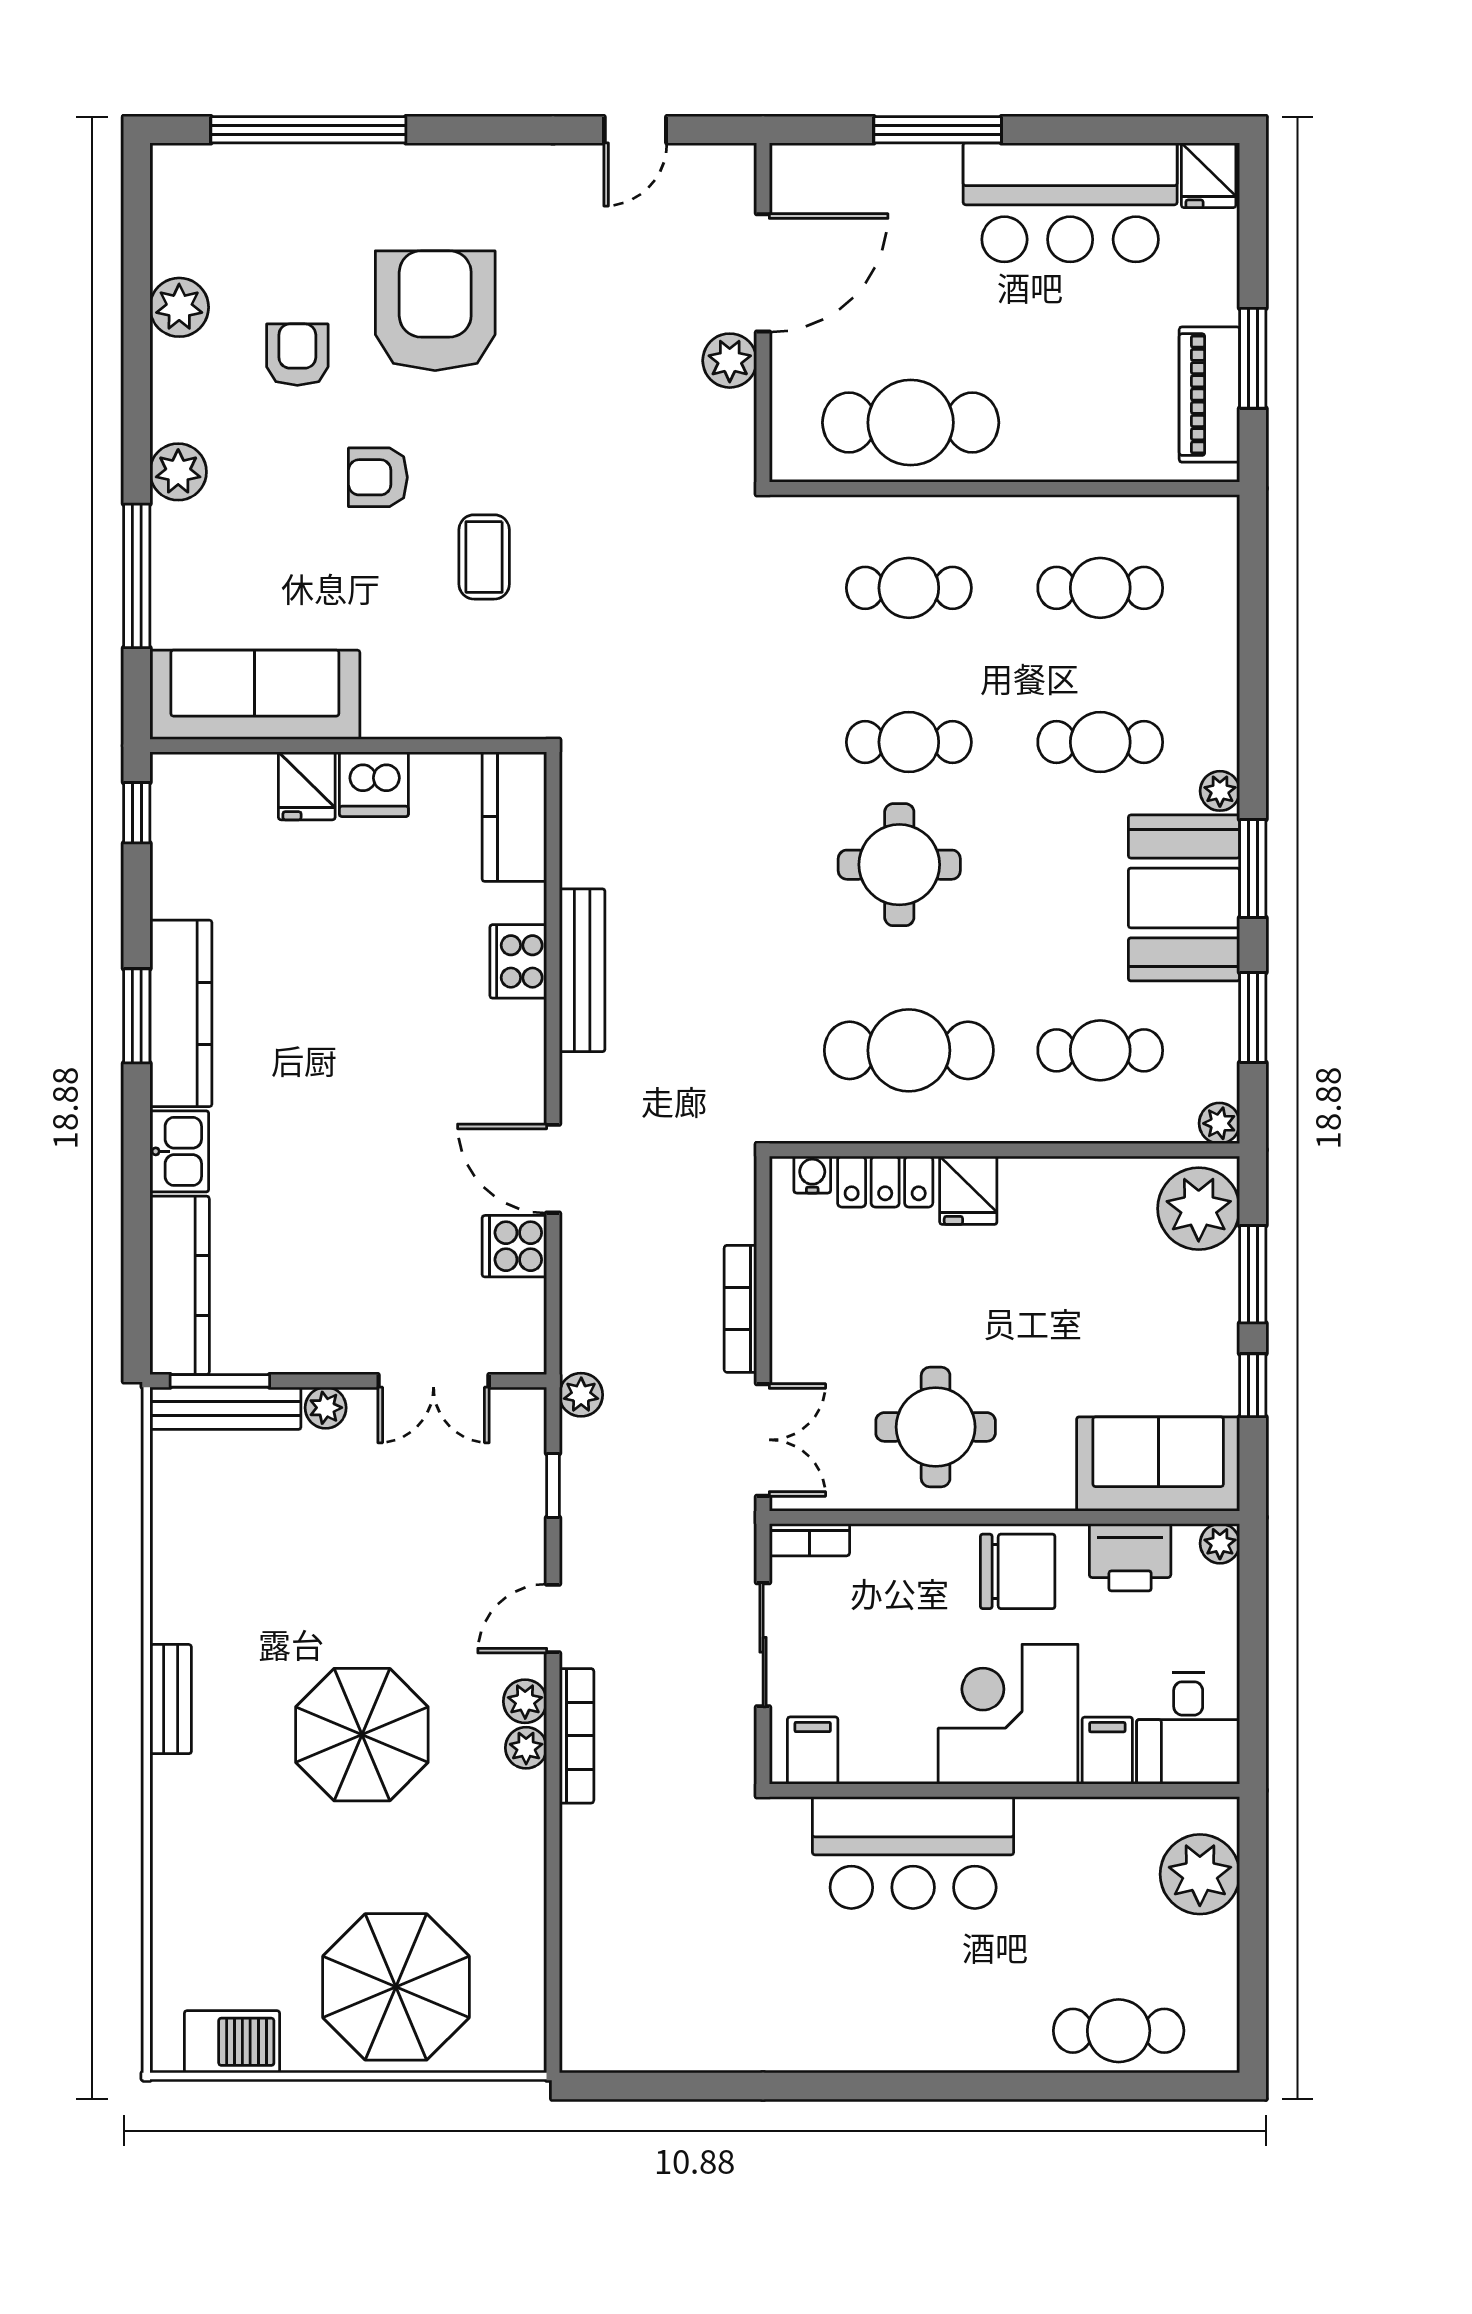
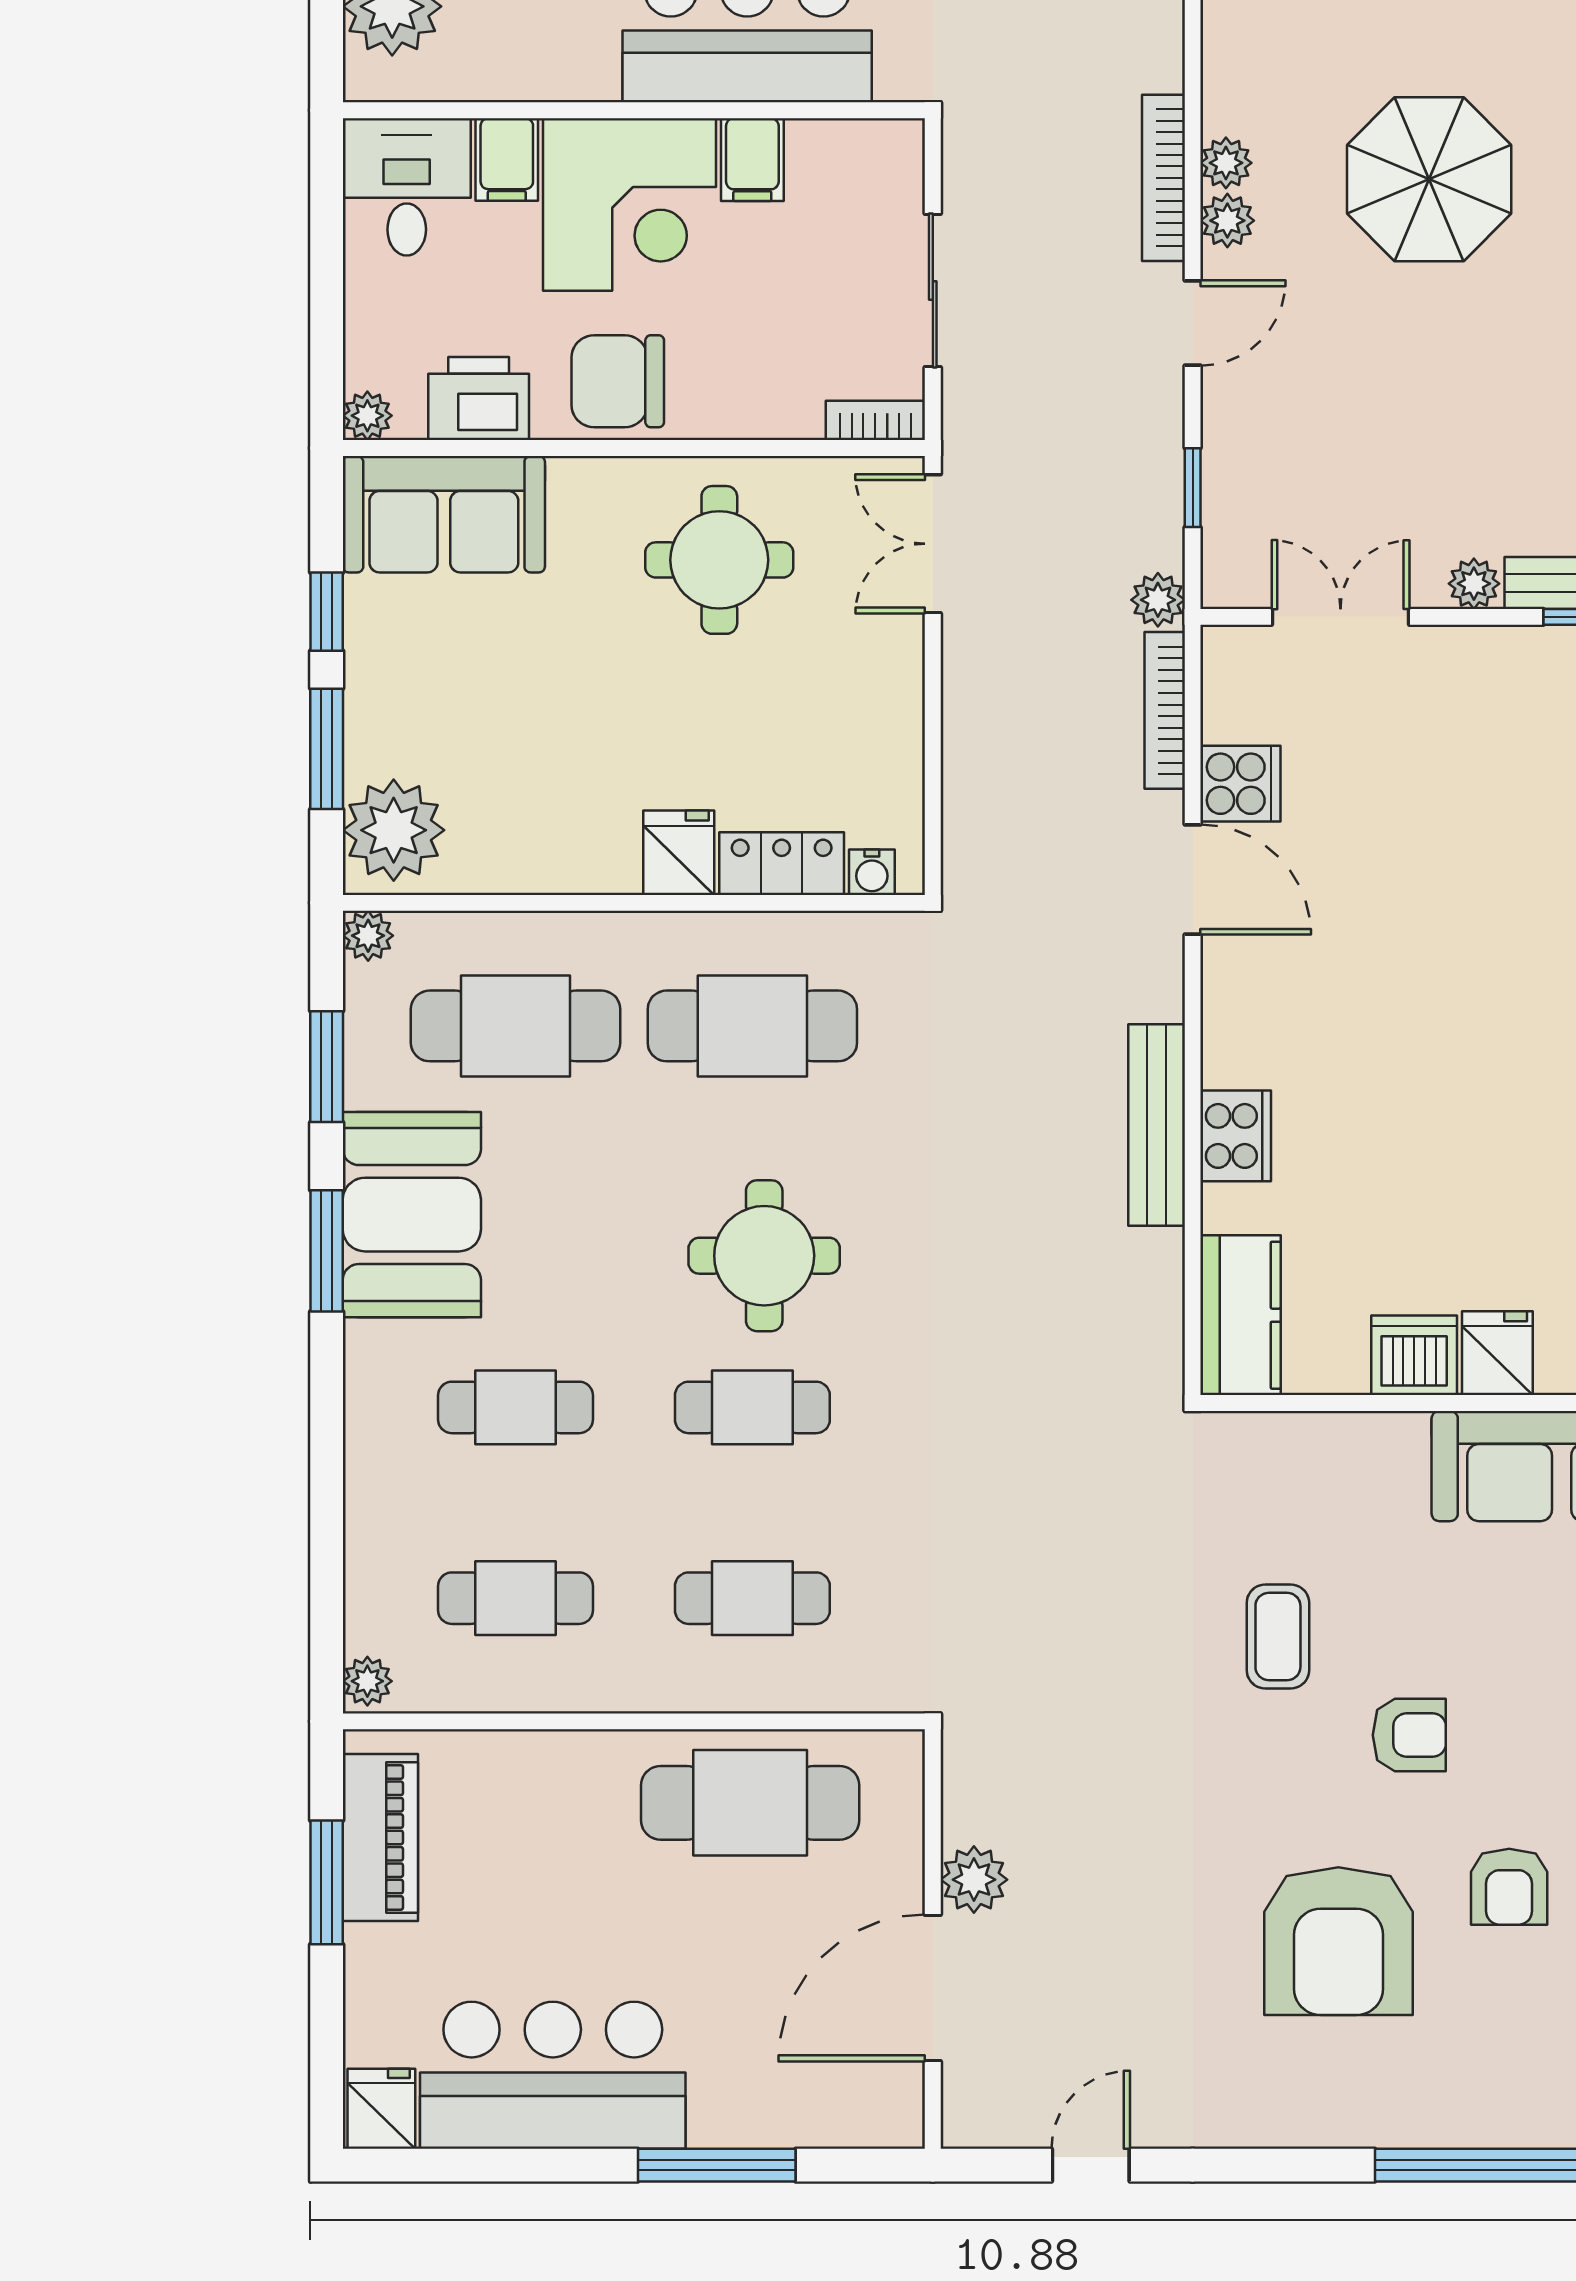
plant: (1220, 791) -> (367, 1681), moved
cafe table: (1100, 1050) -> (516, 1026), width x1.37, depth x1.35
bookcase: (740, 1309) -> (1165, 710), moved, turned 180
filing cabinet: (813, 1751) -> (752, 160), moved

